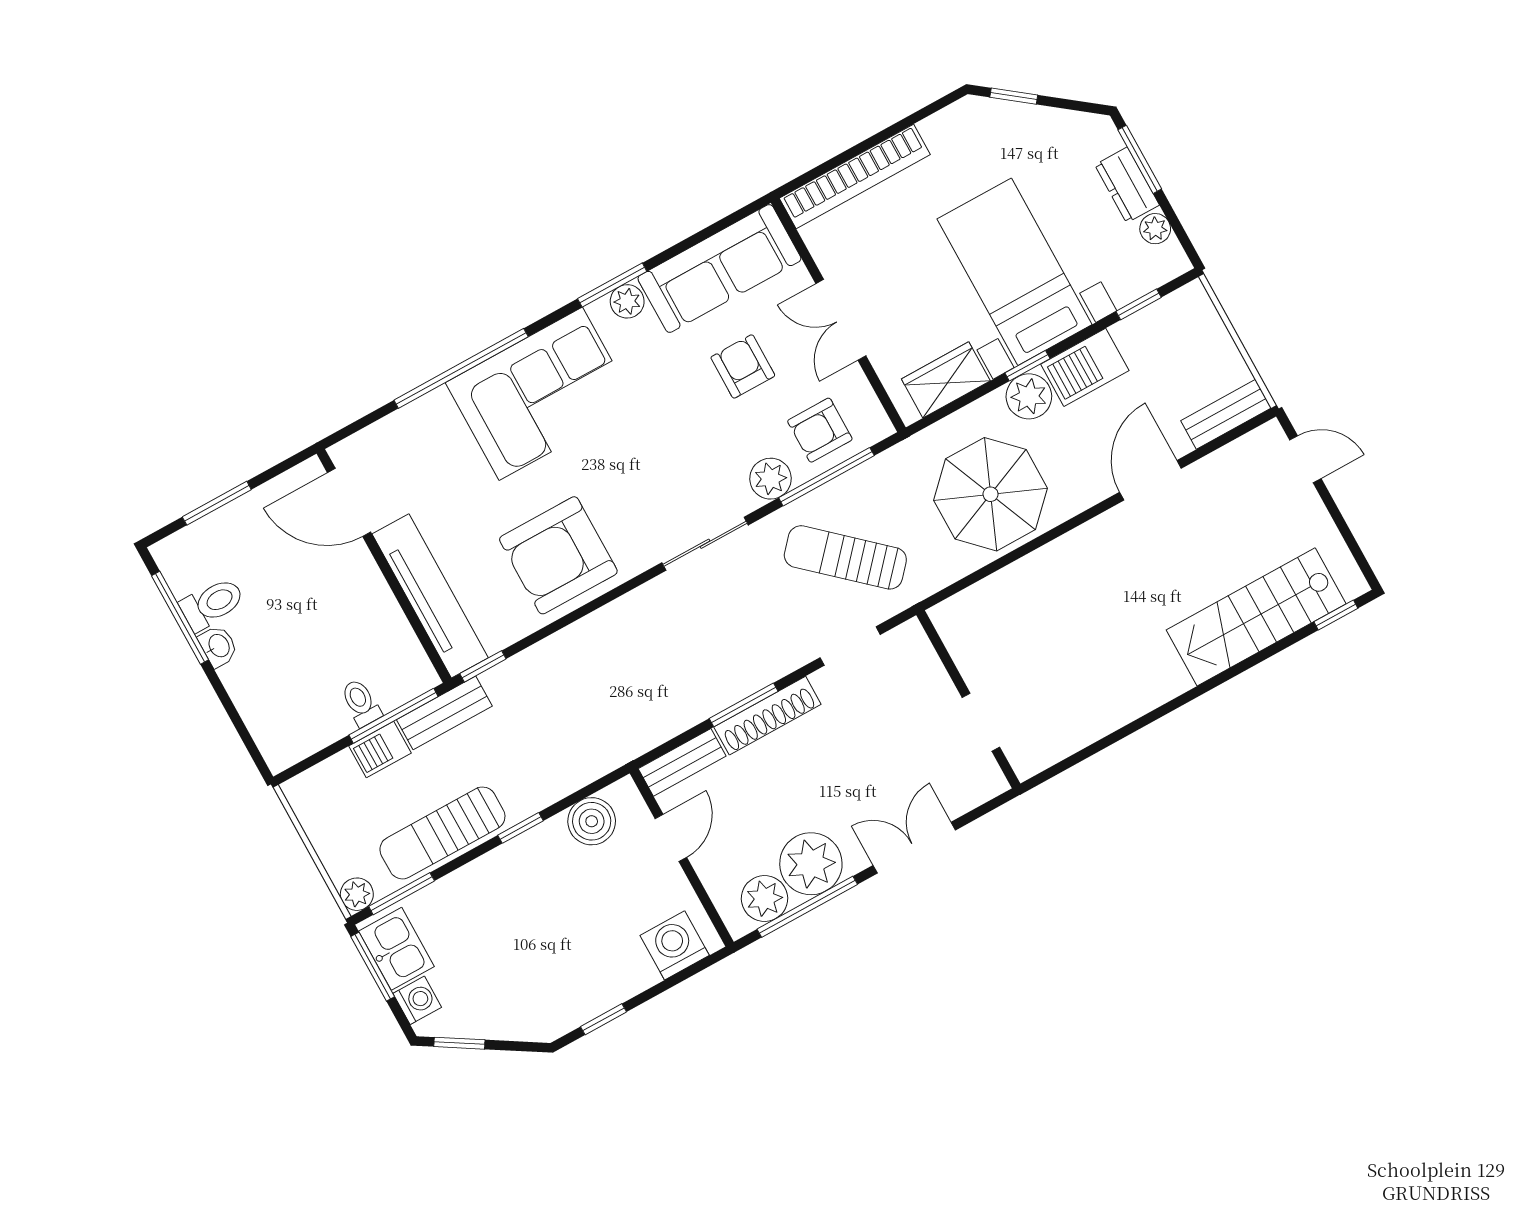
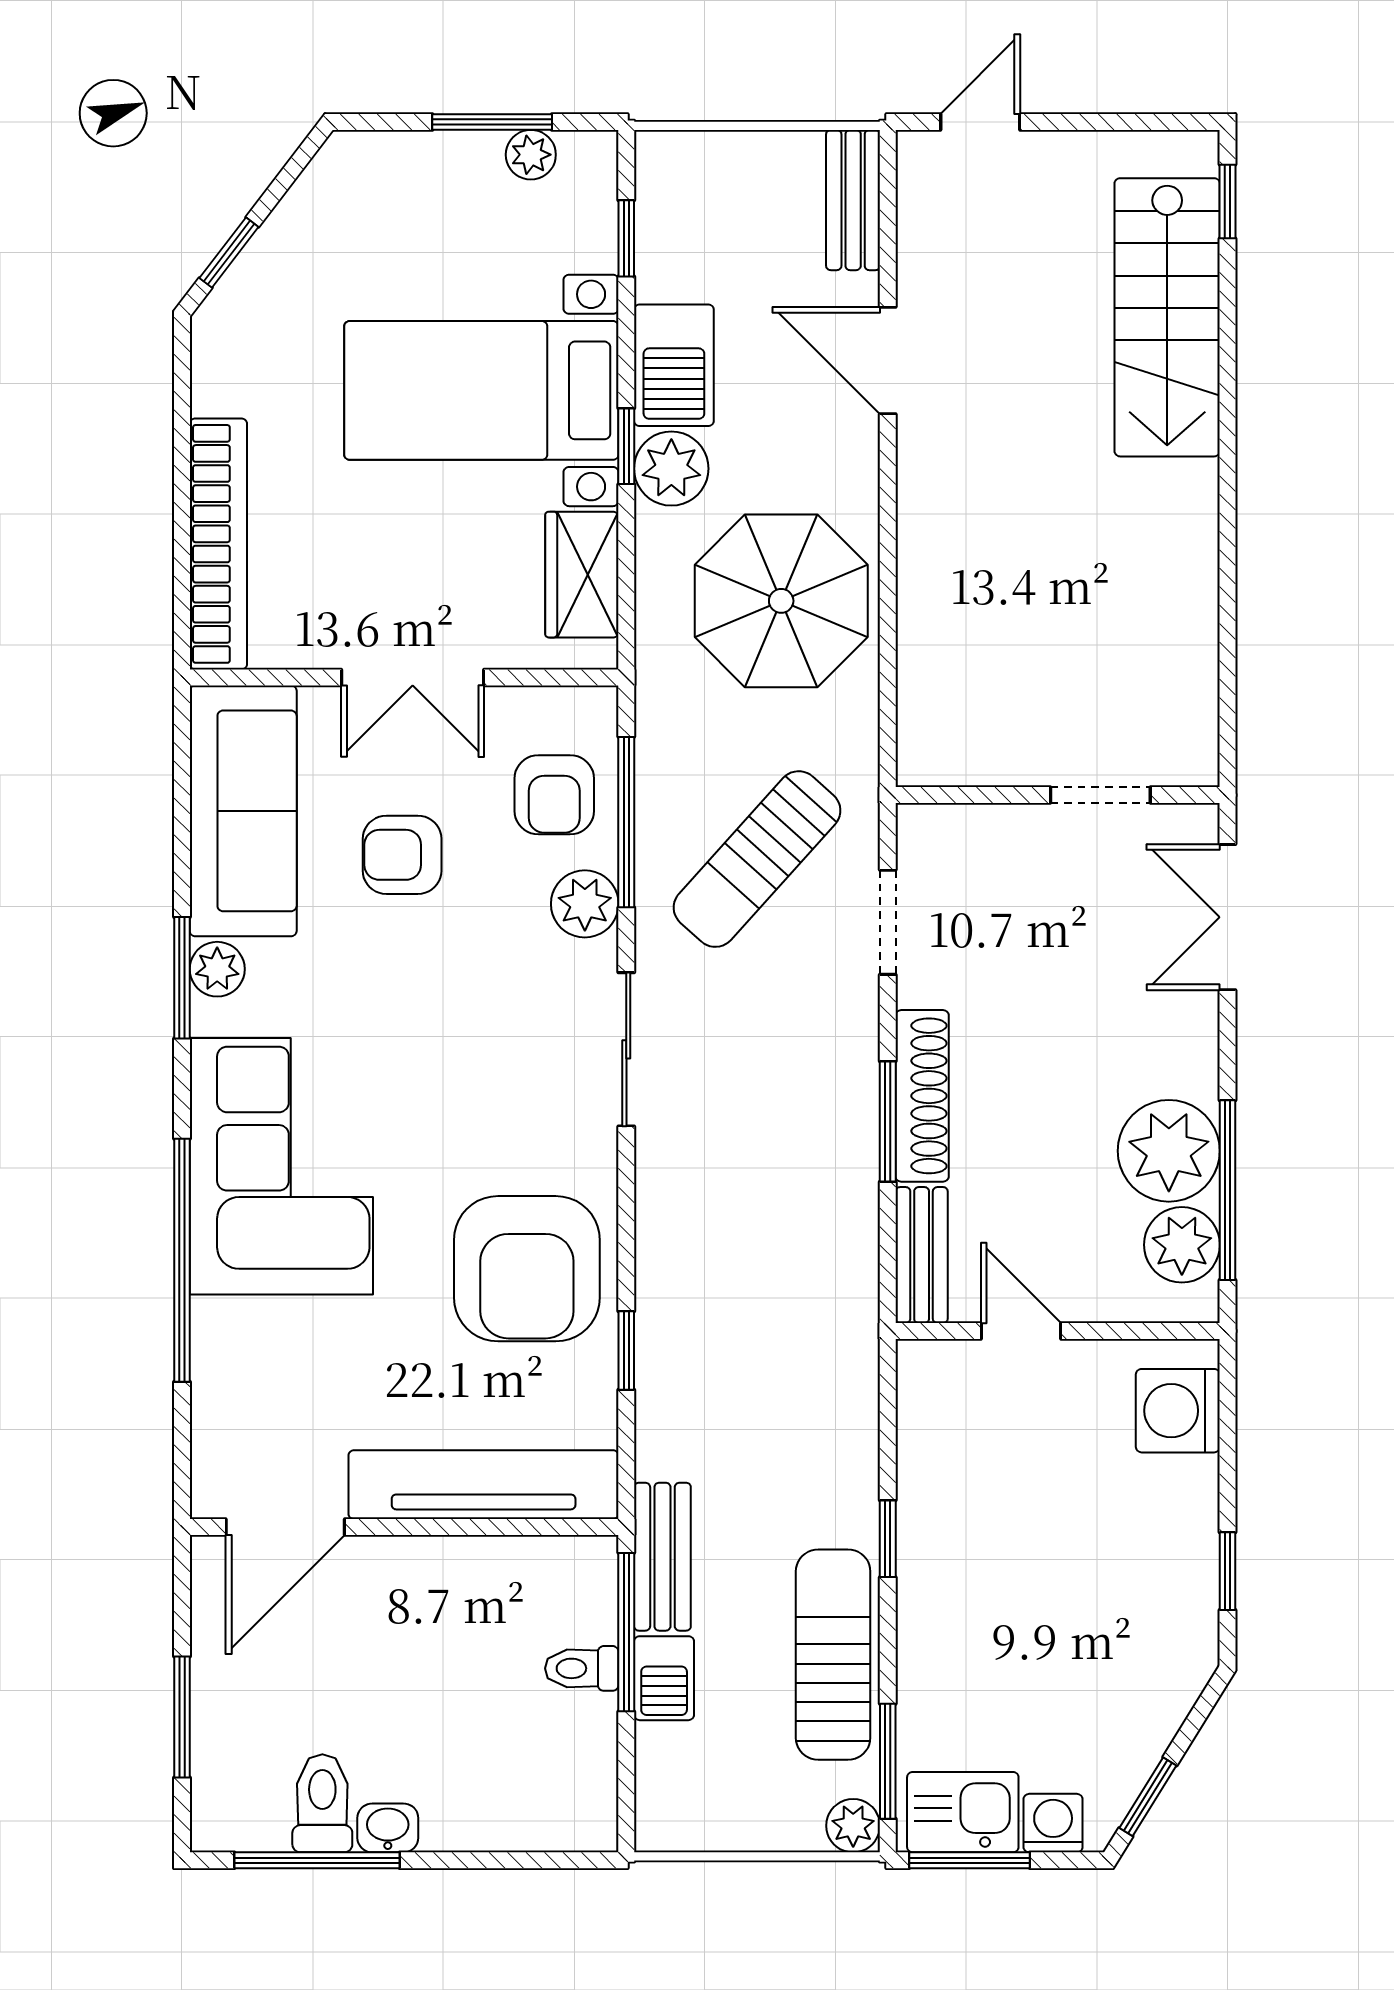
window: (1140, 159) -> (492, 122), moved
dresser: (1127, 185) -> (446, 160), removed
window: (483, 666) -> (626, 1351), moved
boiler: (592, 821) -> (934, 1431), removed
sun lounger: (442, 833) -> (833, 1655), turned 180
double door: (914, 848) -> (1228, 917), moved

